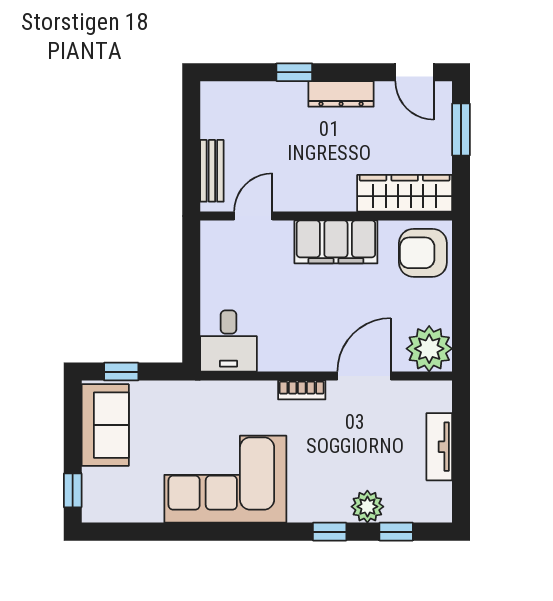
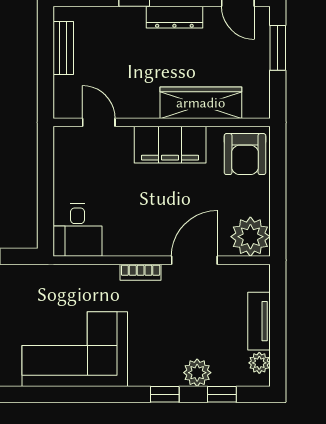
bench: (212, 171) -> (63, 48), moved
wardrobe: (405, 193) -> (201, 103), moved
door: (253, 216) -> (99, 122), hinge flipped
armchair: (423, 253) -> (245, 154), turned -90
plant: (440, 495) -> (259, 363), added

